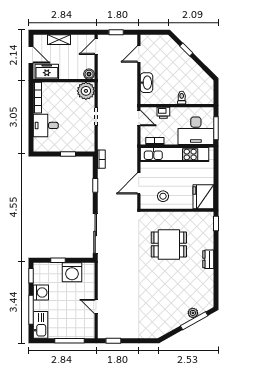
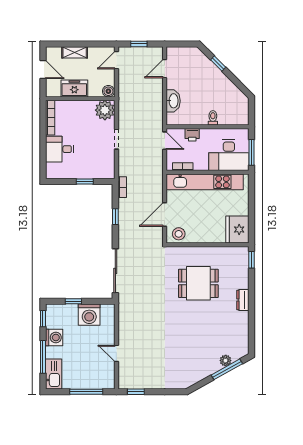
freezer: (47, 72) -> (74, 88), moved
stool: (163, 196) -> (179, 234), moved

